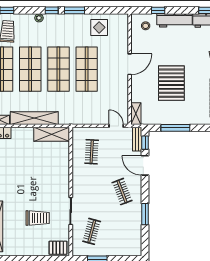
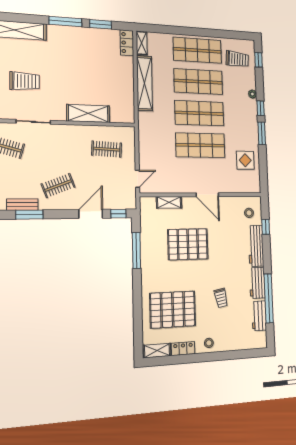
shelving: (136, 114) -> (169, 202), moved
shelving: (52, 134) -> (88, 113), moved, turned 90
bench: (137, 139) -> (22, 205), moved
trolley: (38, 218) -> (25, 81), turned -90

